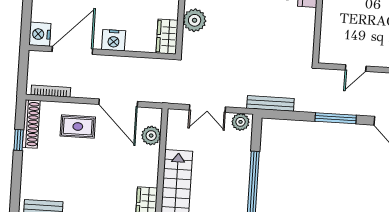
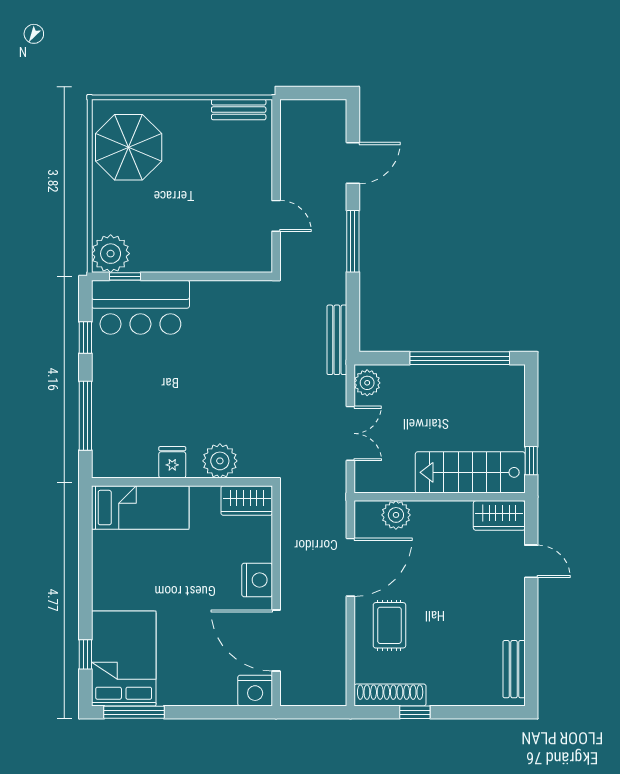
bookcase: (51, 91) -> (339, 669), removed

